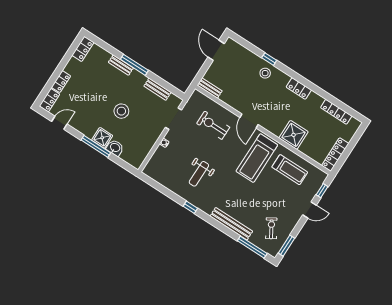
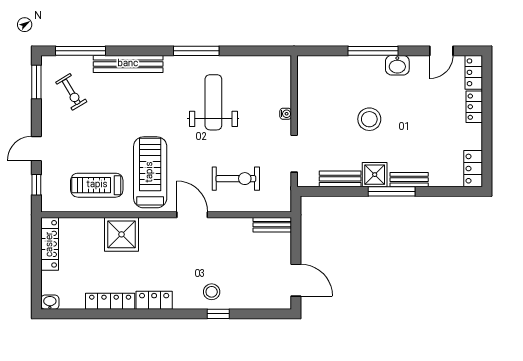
locker: (336, 112) -> (110, 301), moved
washbasin: (355, 123) -> (50, 302), added
shower: (102, 138) -> (375, 175), moved
washbasin: (115, 148) -> (397, 65), moved
weight bench: (199, 174) -> (213, 102), width x1.36, depth x1.33
window: (190, 207) -> (196, 51), width x2.17

